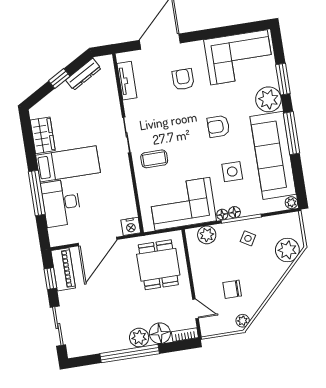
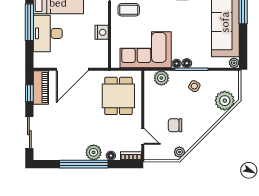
side table: (232, 172) -> (190, 30), removed
nightstand: (131, 226) -> (102, 32), moved, turned -90
floor lamp: (160, 333) -> (111, 156), width x0.53, depth x0.53

